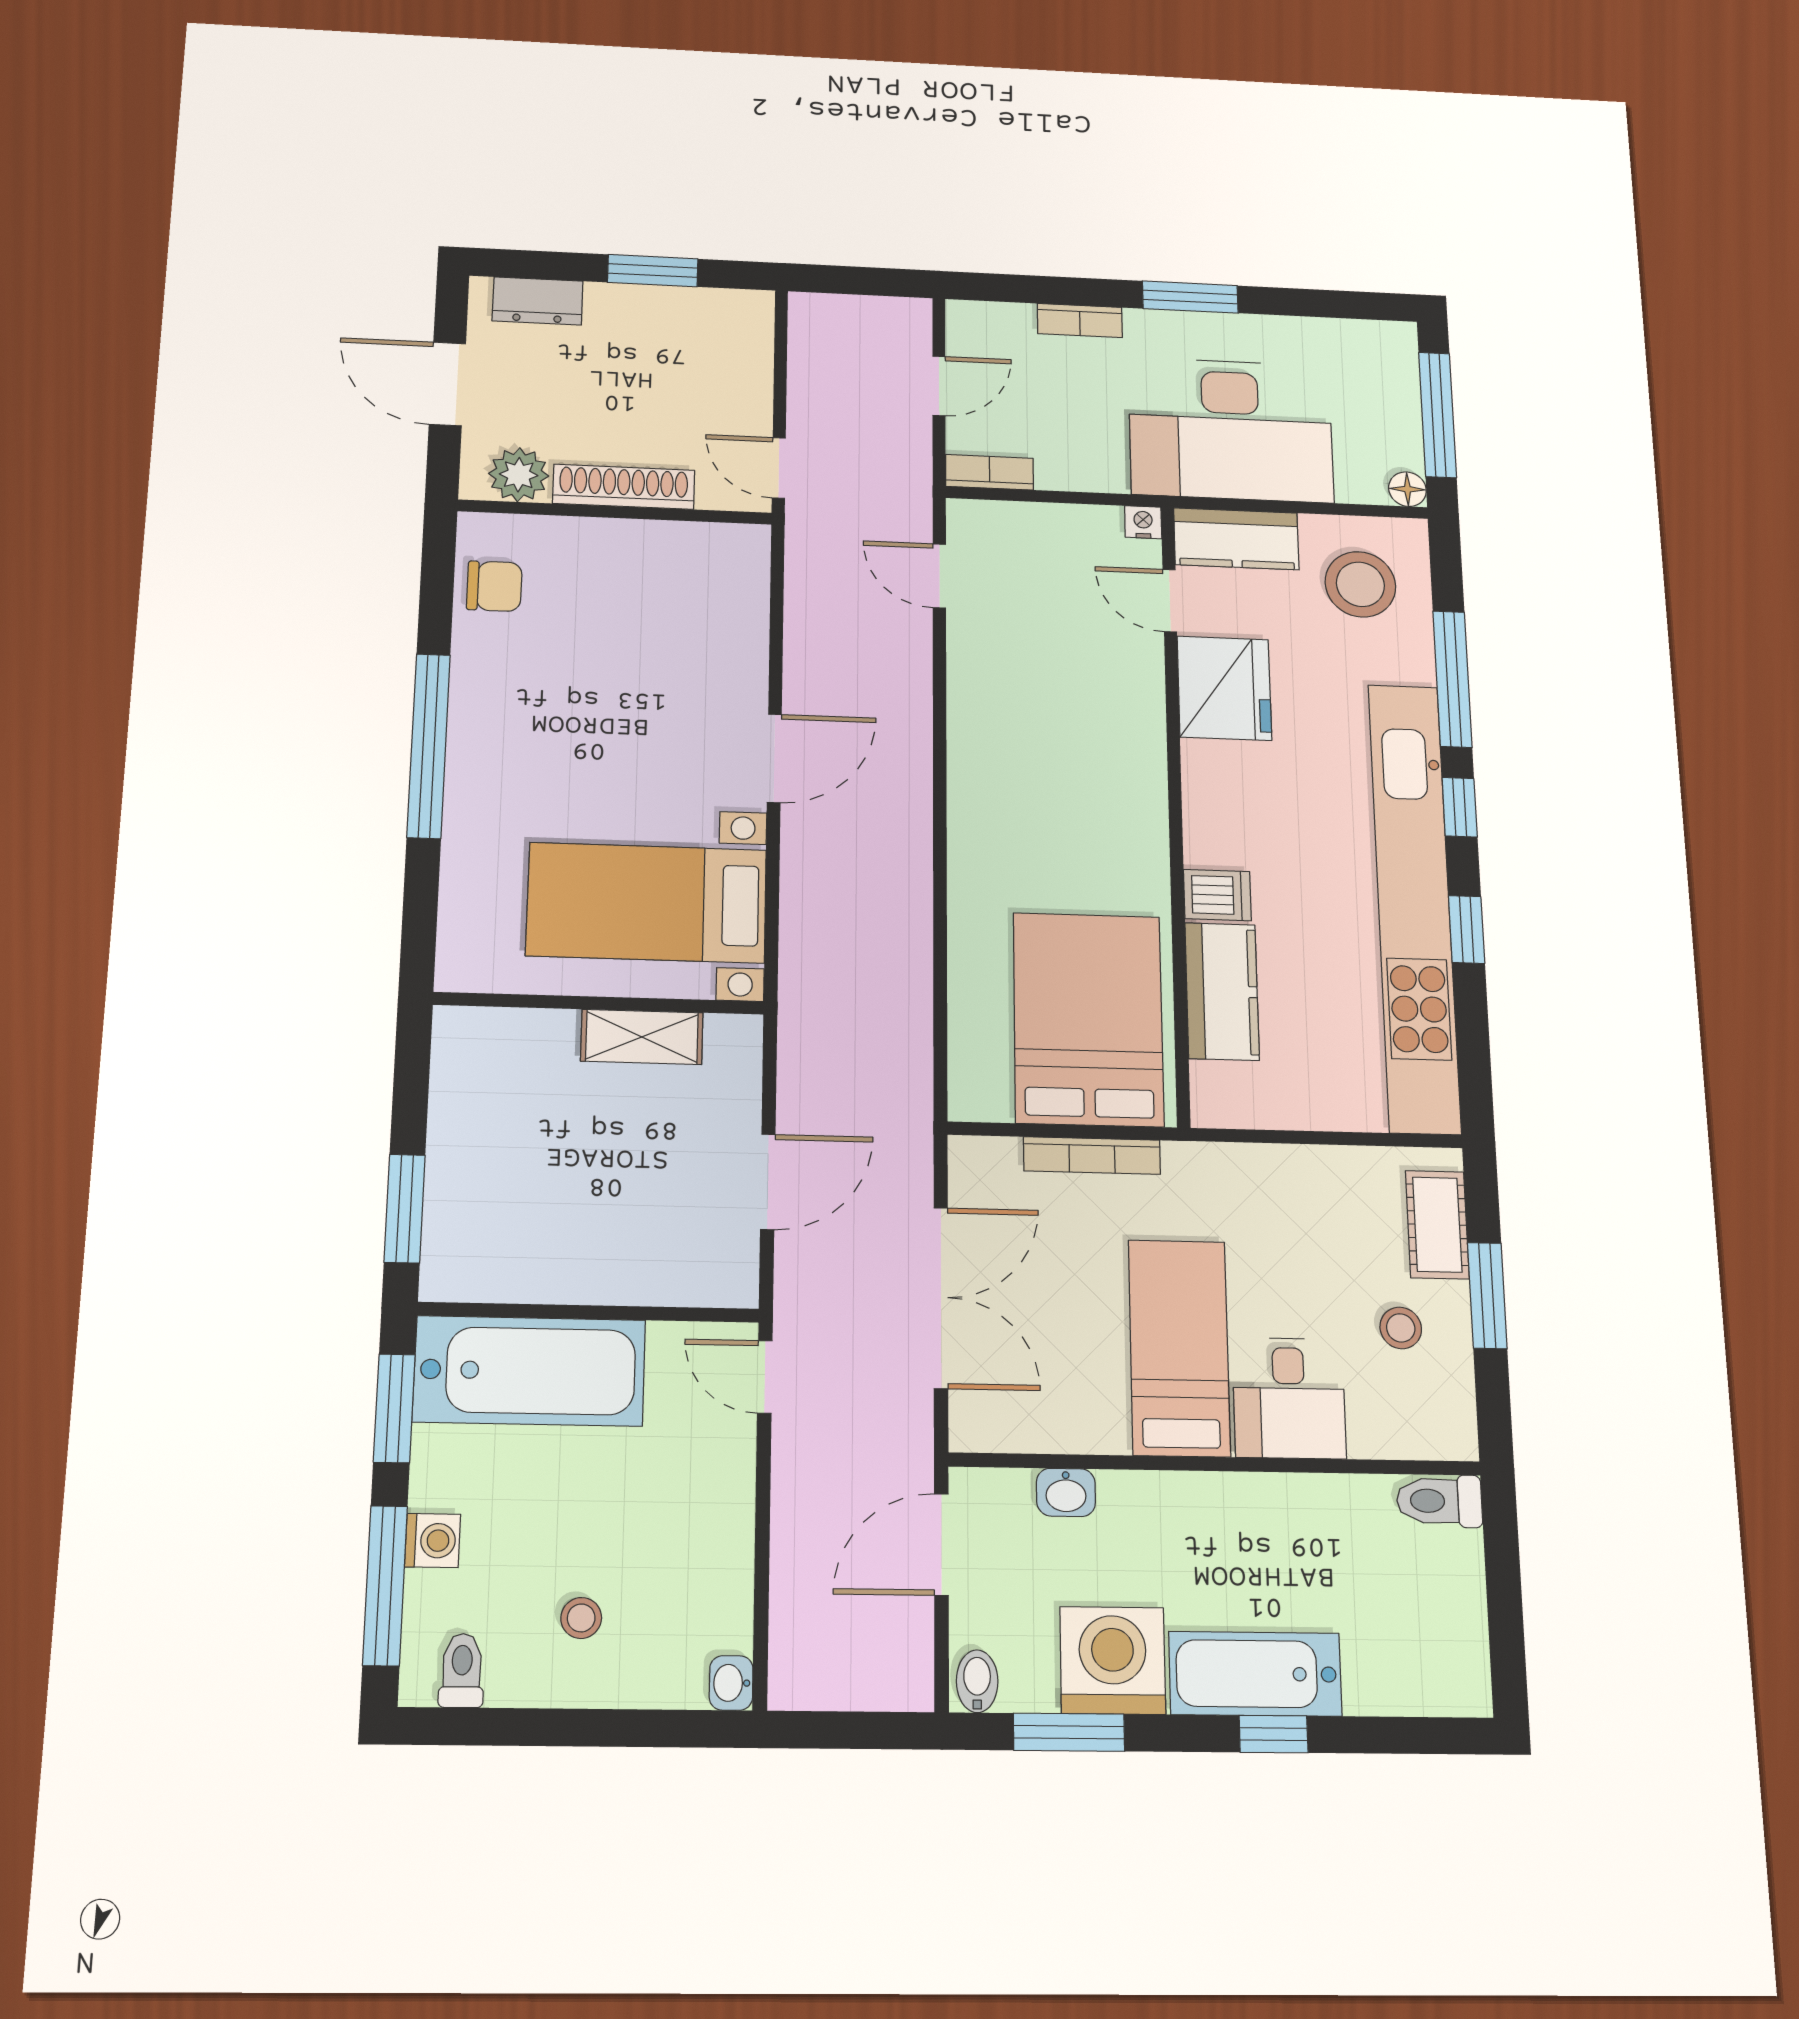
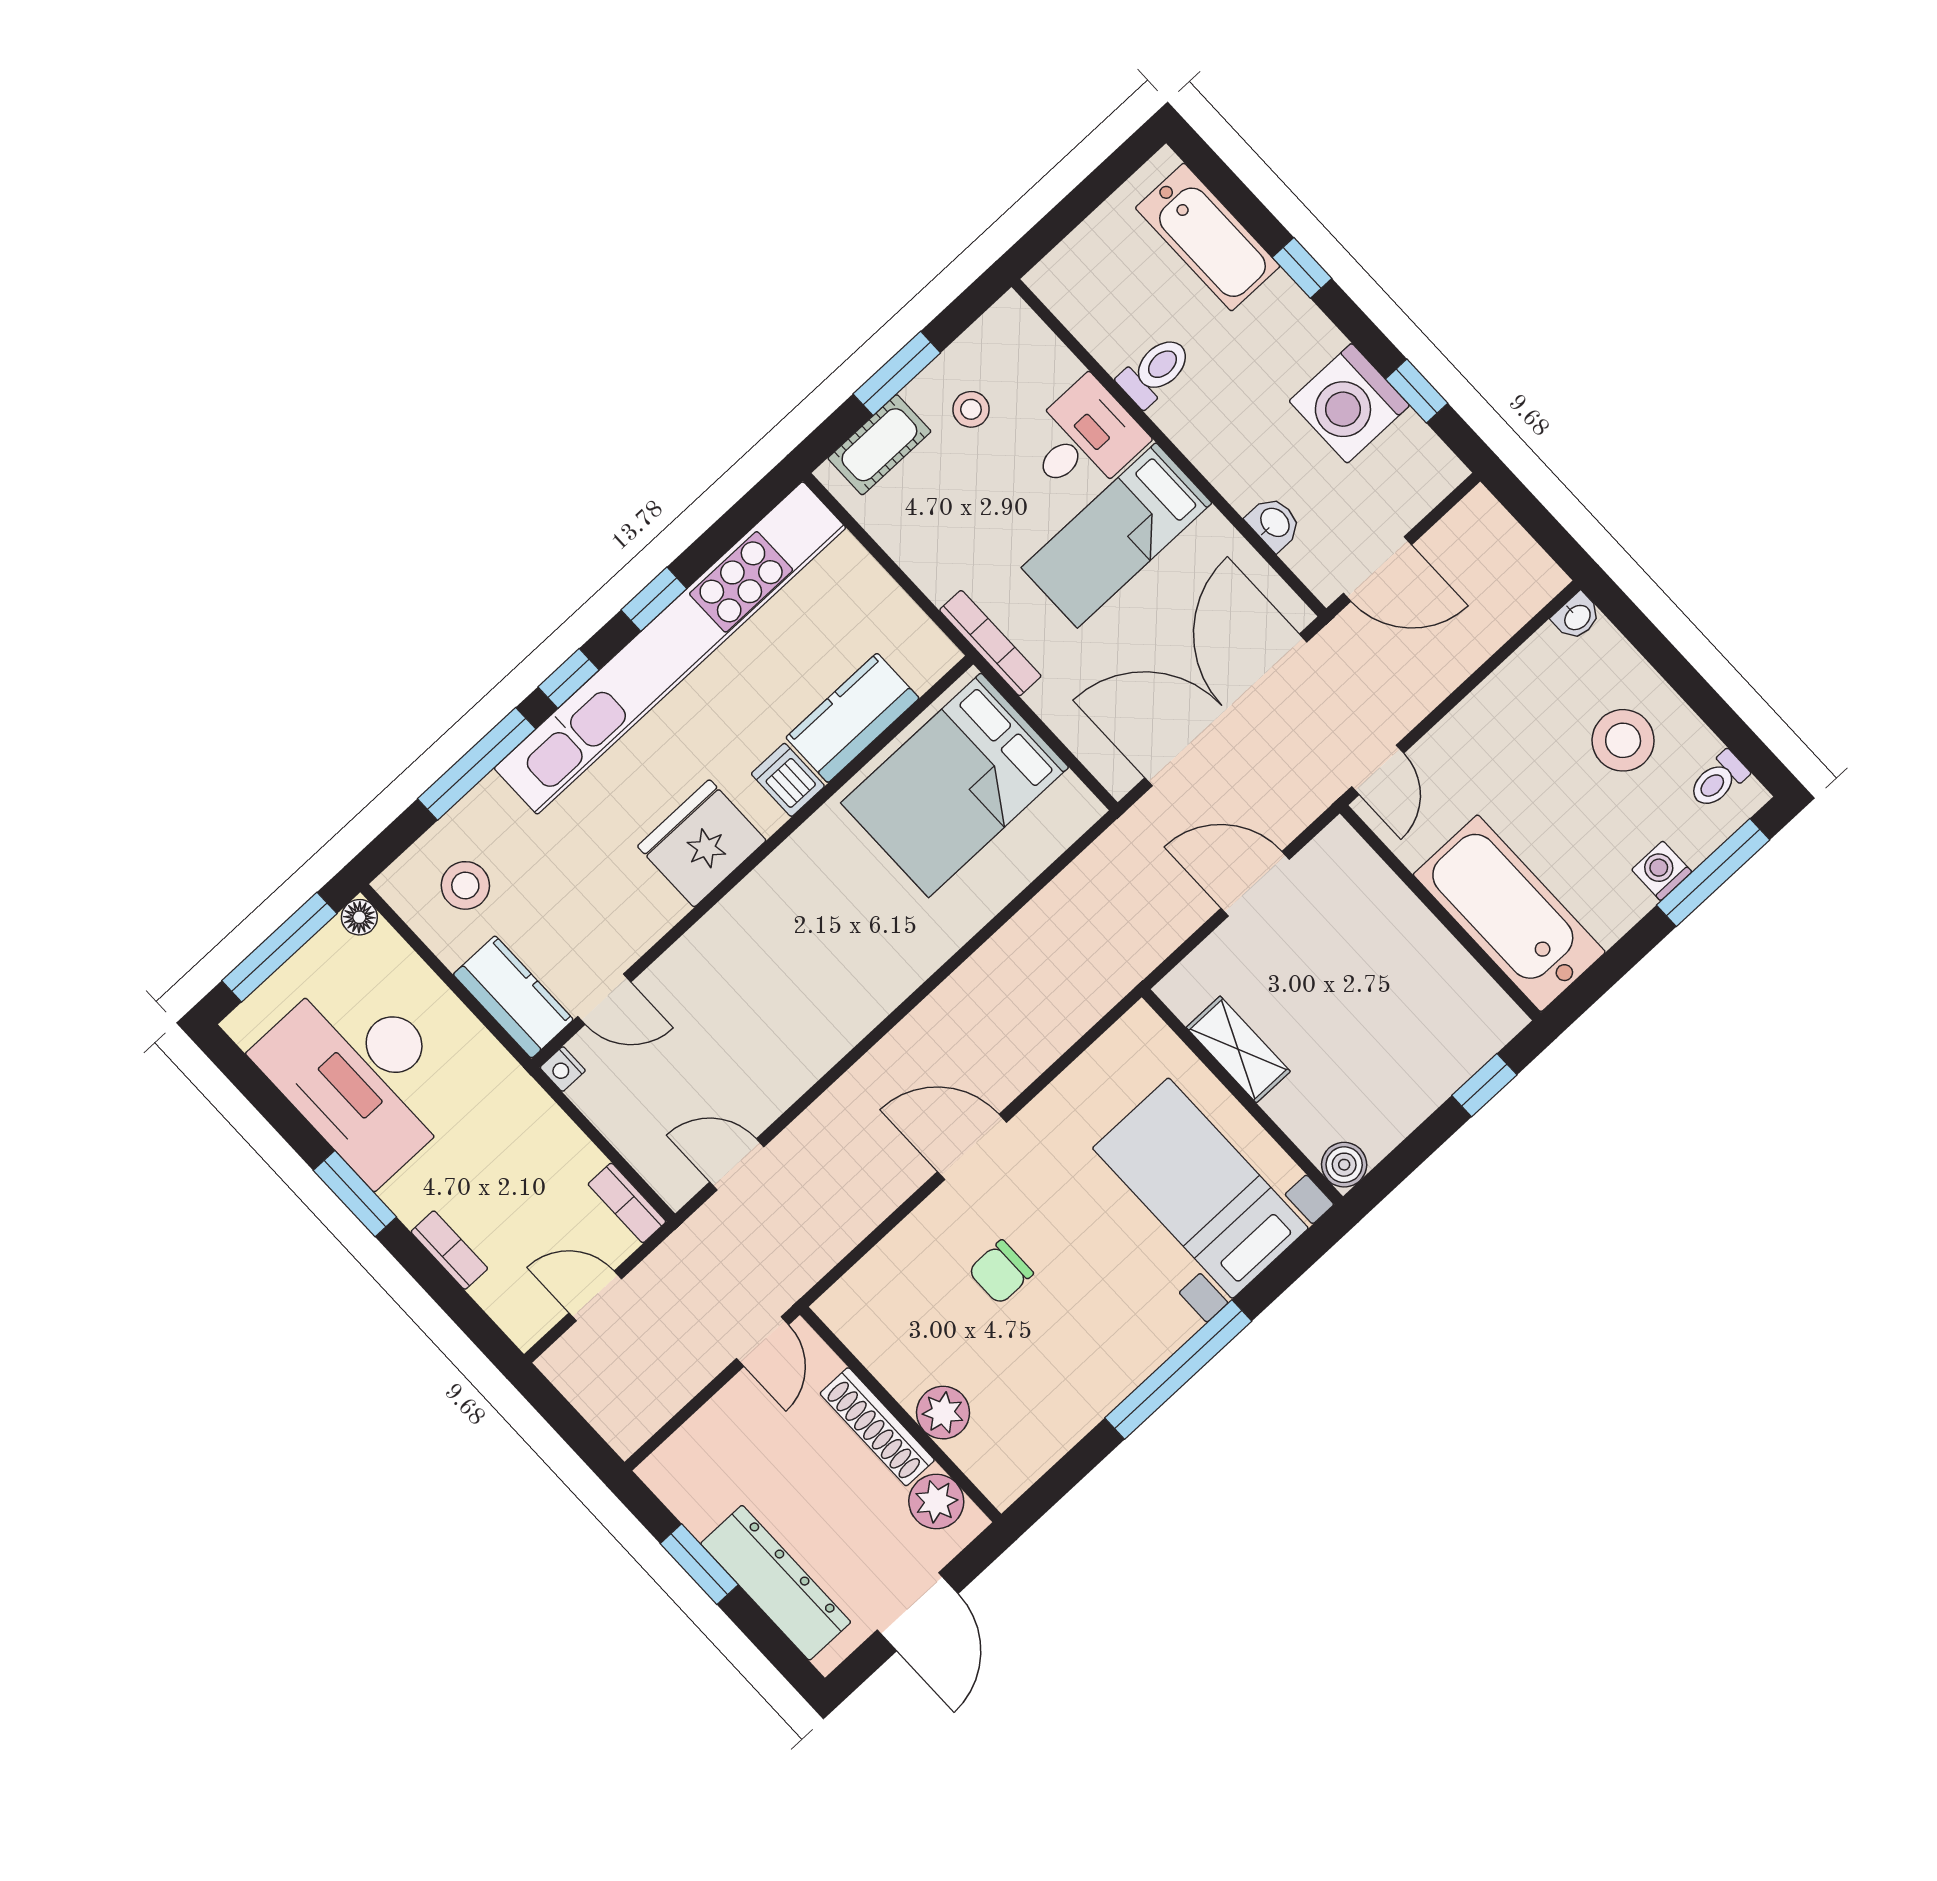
dresser: (538, 301) -> (776, 1583), width x1.96, depth x1.24
desk: (1231, 430) -> (362, 1075), moved, turned 180
plant: (583, 543) -> (943, 1413), added
door: (939, 576) -> (737, 1164), swing flipped
stool: (1360, 584) -> (465, 885), width x0.73, depth x0.73
chair: (494, 586) -> (1001, 1272), moved, turned -90
door: (1170, 601) -> (604, 999), hinge flipped
fridge: (1224, 688) -> (702, 843), moved
bed with nightstands: (647, 903) -> (1200, 1188), moved, turned 180
boiler: (458, 1031) -> (1344, 1165), added
bookcase: (1092, 1156) -> (990, 643), moved
window: (405, 1209) -> (1484, 1085), width x0.67
double door: (941, 1298) -> (1226, 710), width x1.36
window: (394, 1408) -> (1608, 970), removed
toilet: (1439, 1501) -> (1155, 371), moved, turned -90
stool: (581, 1618) -> (1623, 740), width x1.89, depth x1.89
bathtub: (1255, 1674) -> (1208, 237), moved
bidet: (977, 1681) -> (1438, 473), removed
window: (1069, 1732) -> (1417, 391), width x0.67

